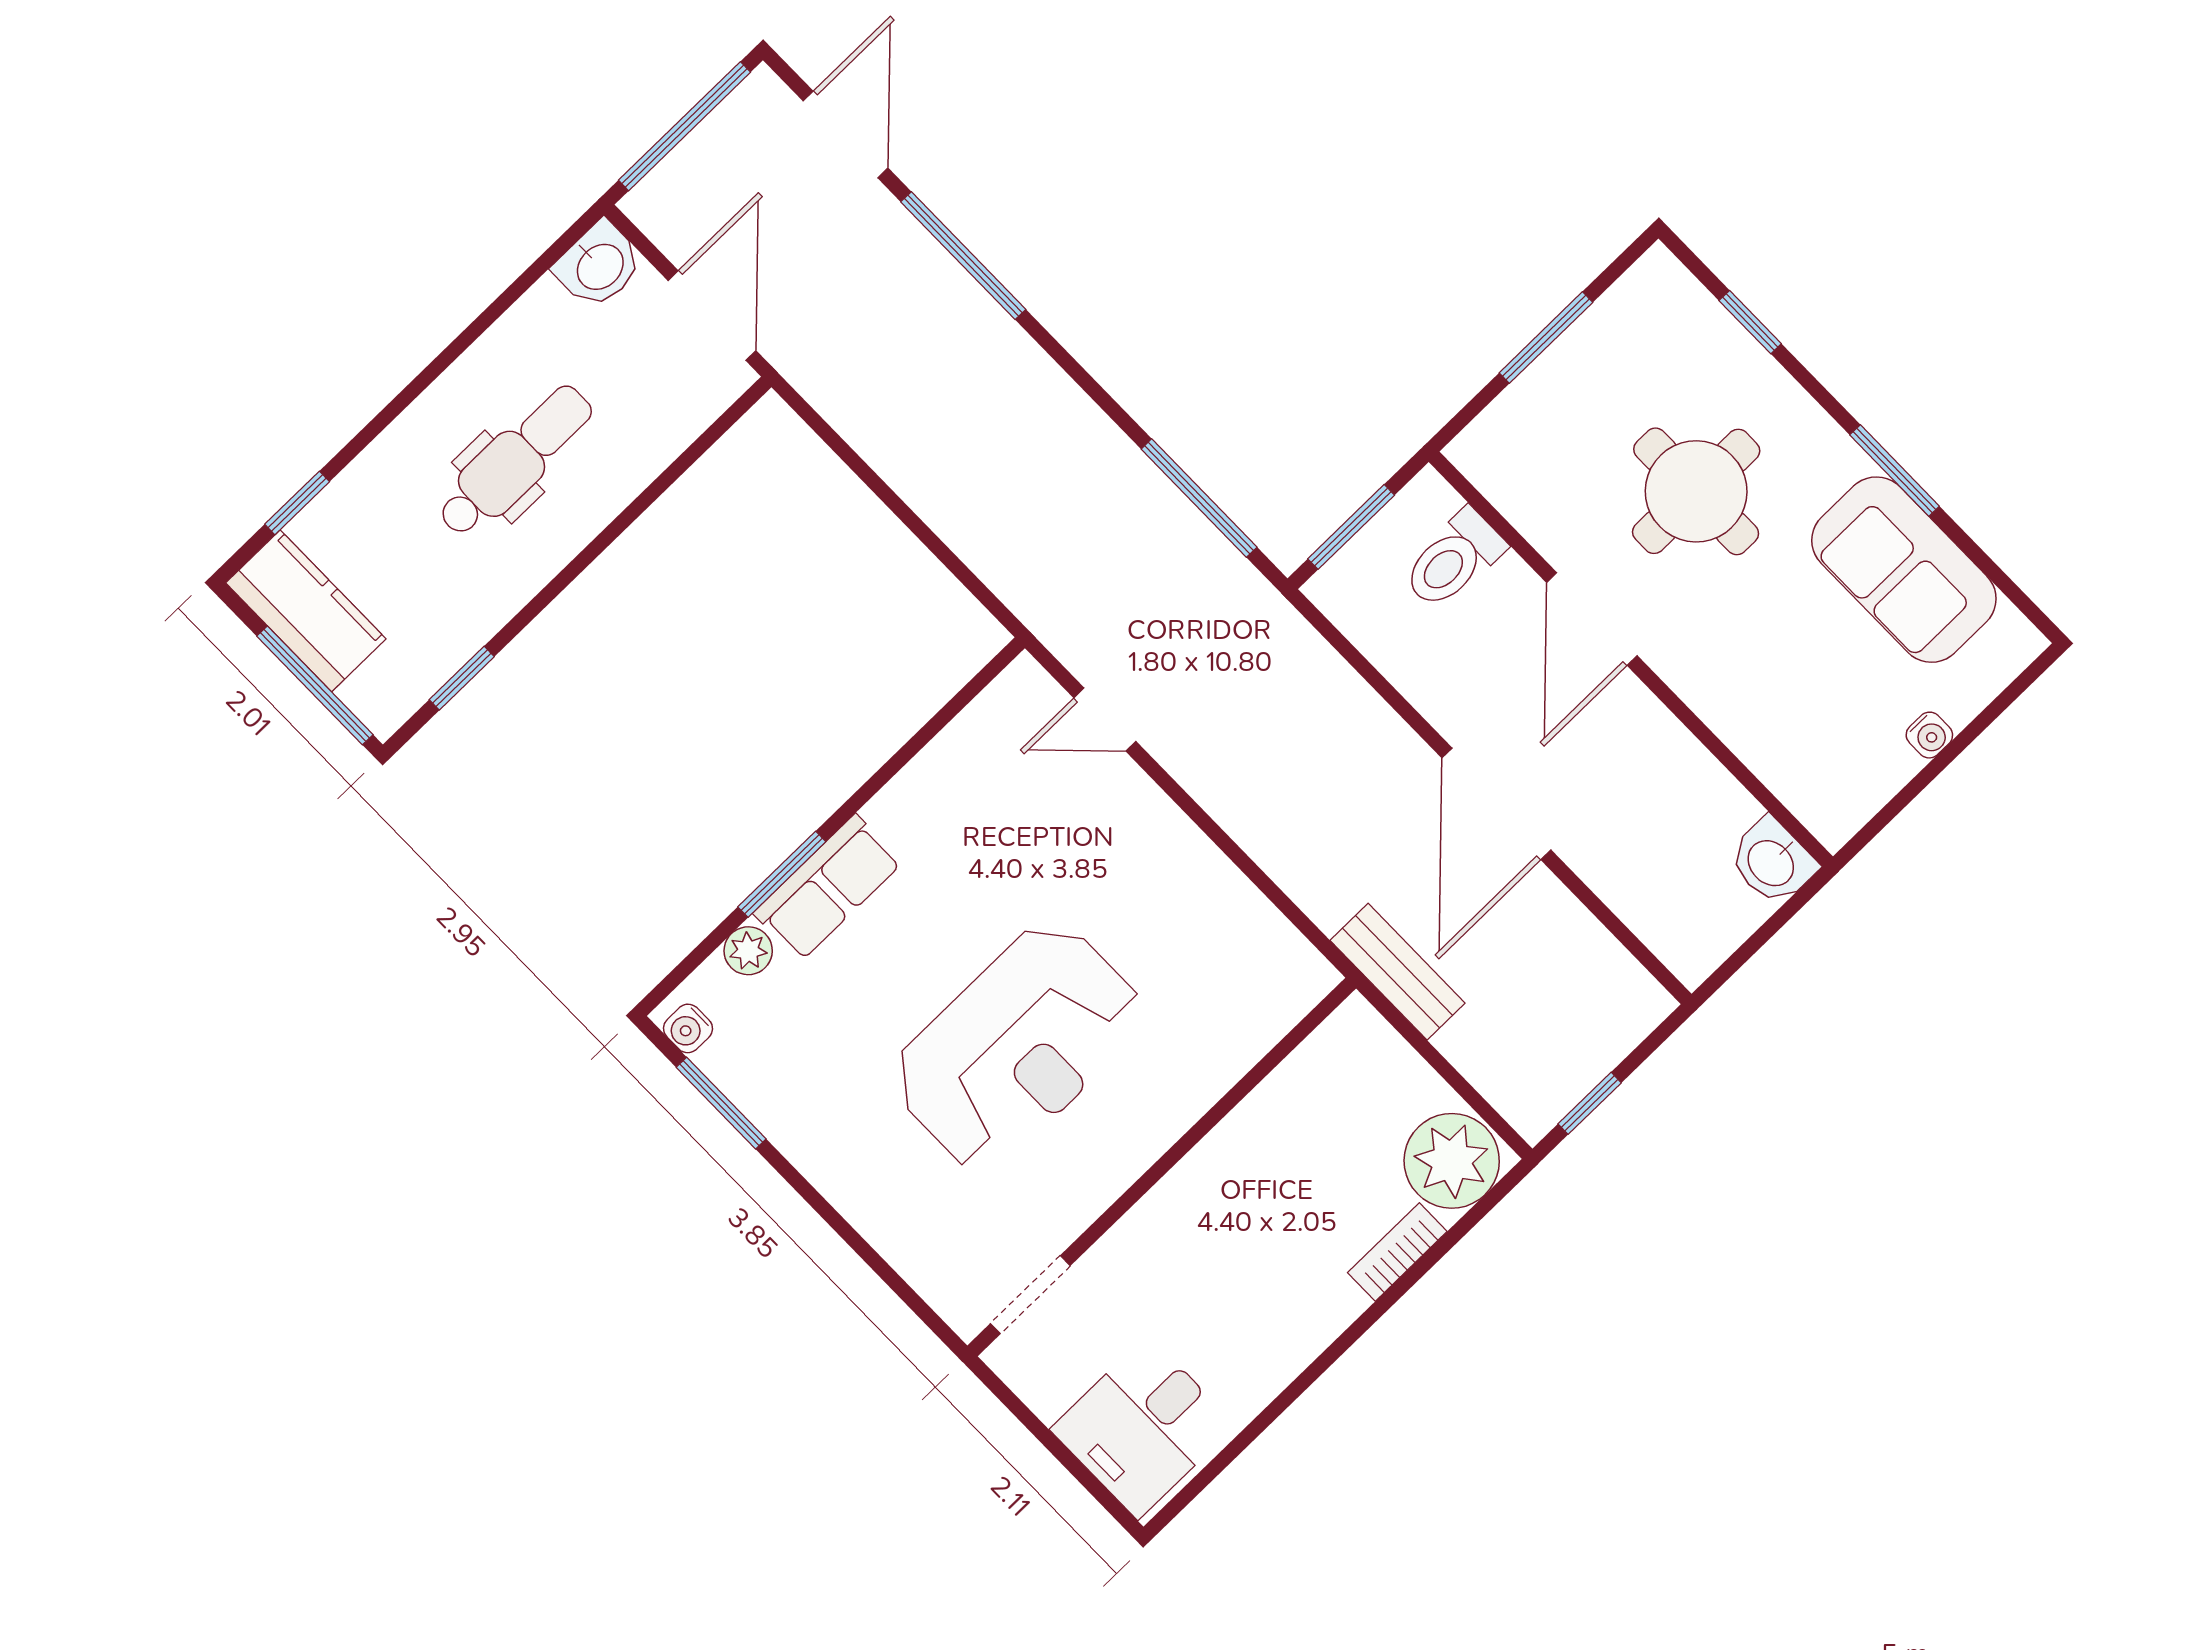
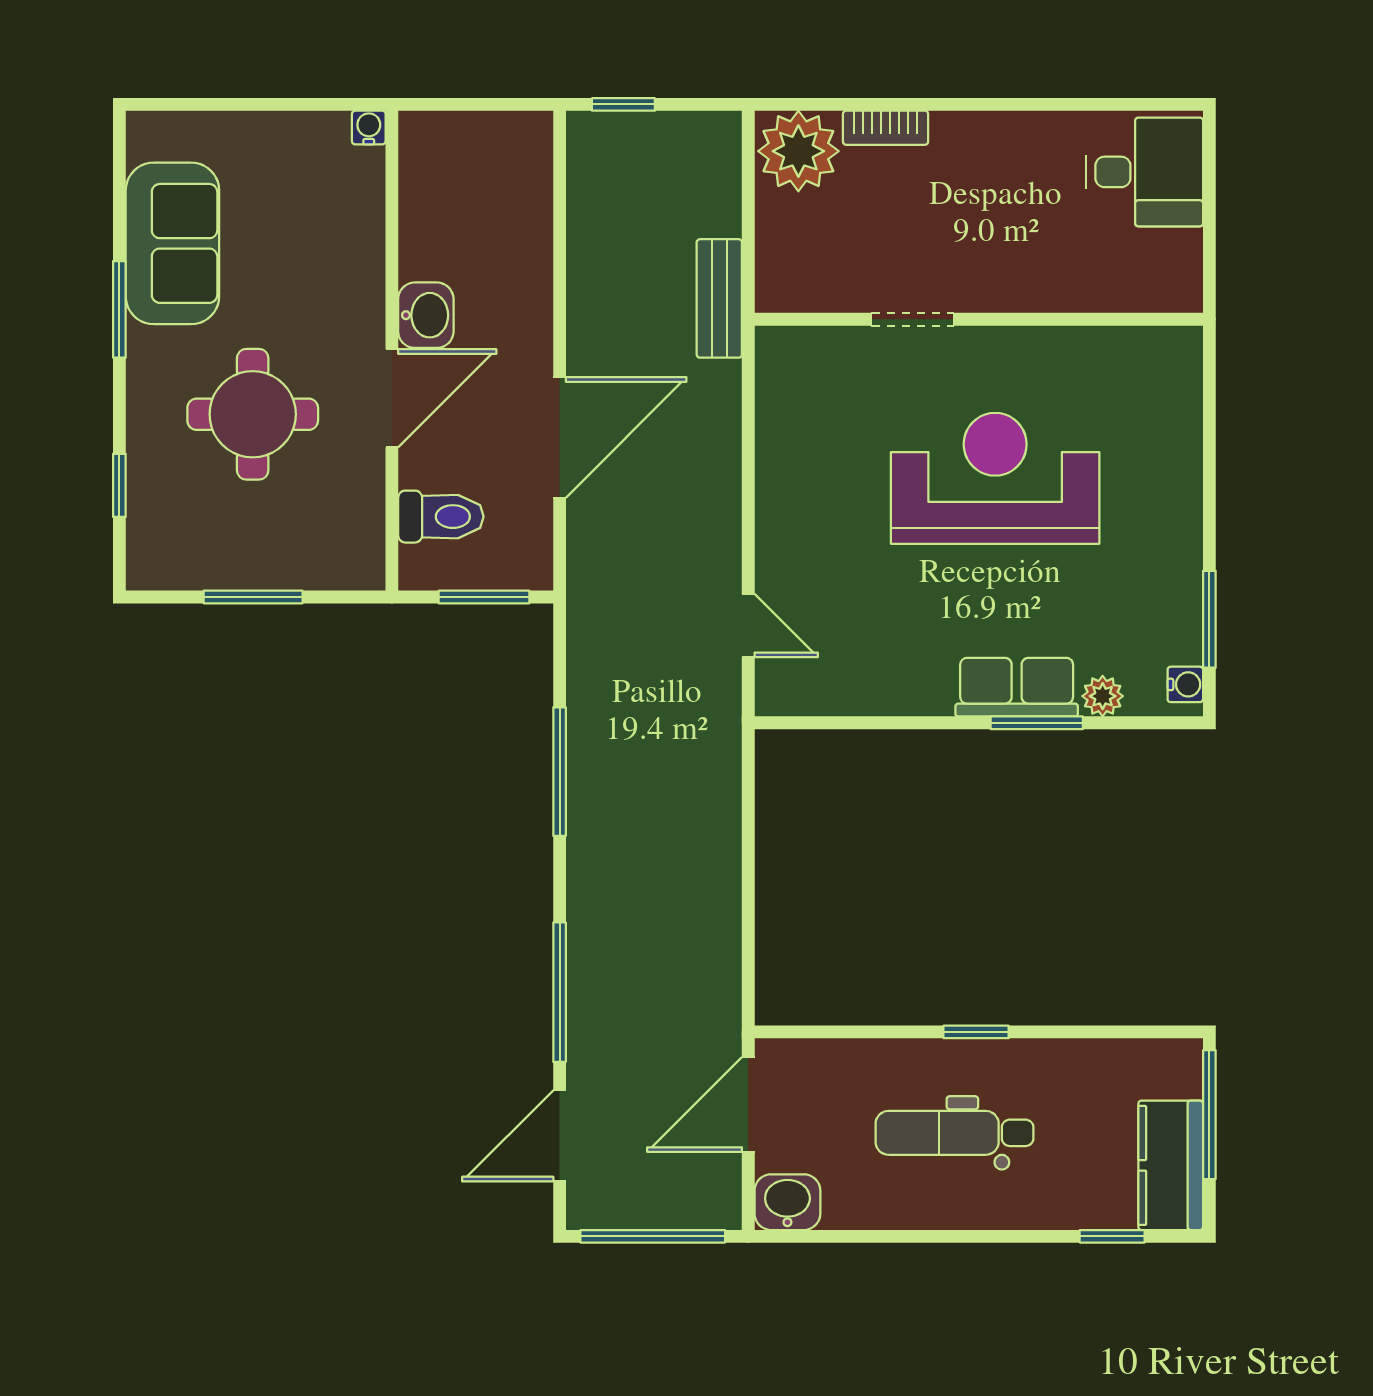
window: (1199, 498) -> (560, 772), moved
window: (462, 678) -> (976, 1032), moved
water cooler: (1929, 735) -> (369, 128), moved
door: (1496, 804) -> (560, 437), moved
washbasin: (1772, 862) -> (426, 315), moved
window: (1590, 1103) -> (623, 104), moved
doorway: (1030, 1295) -> (913, 319), moved

